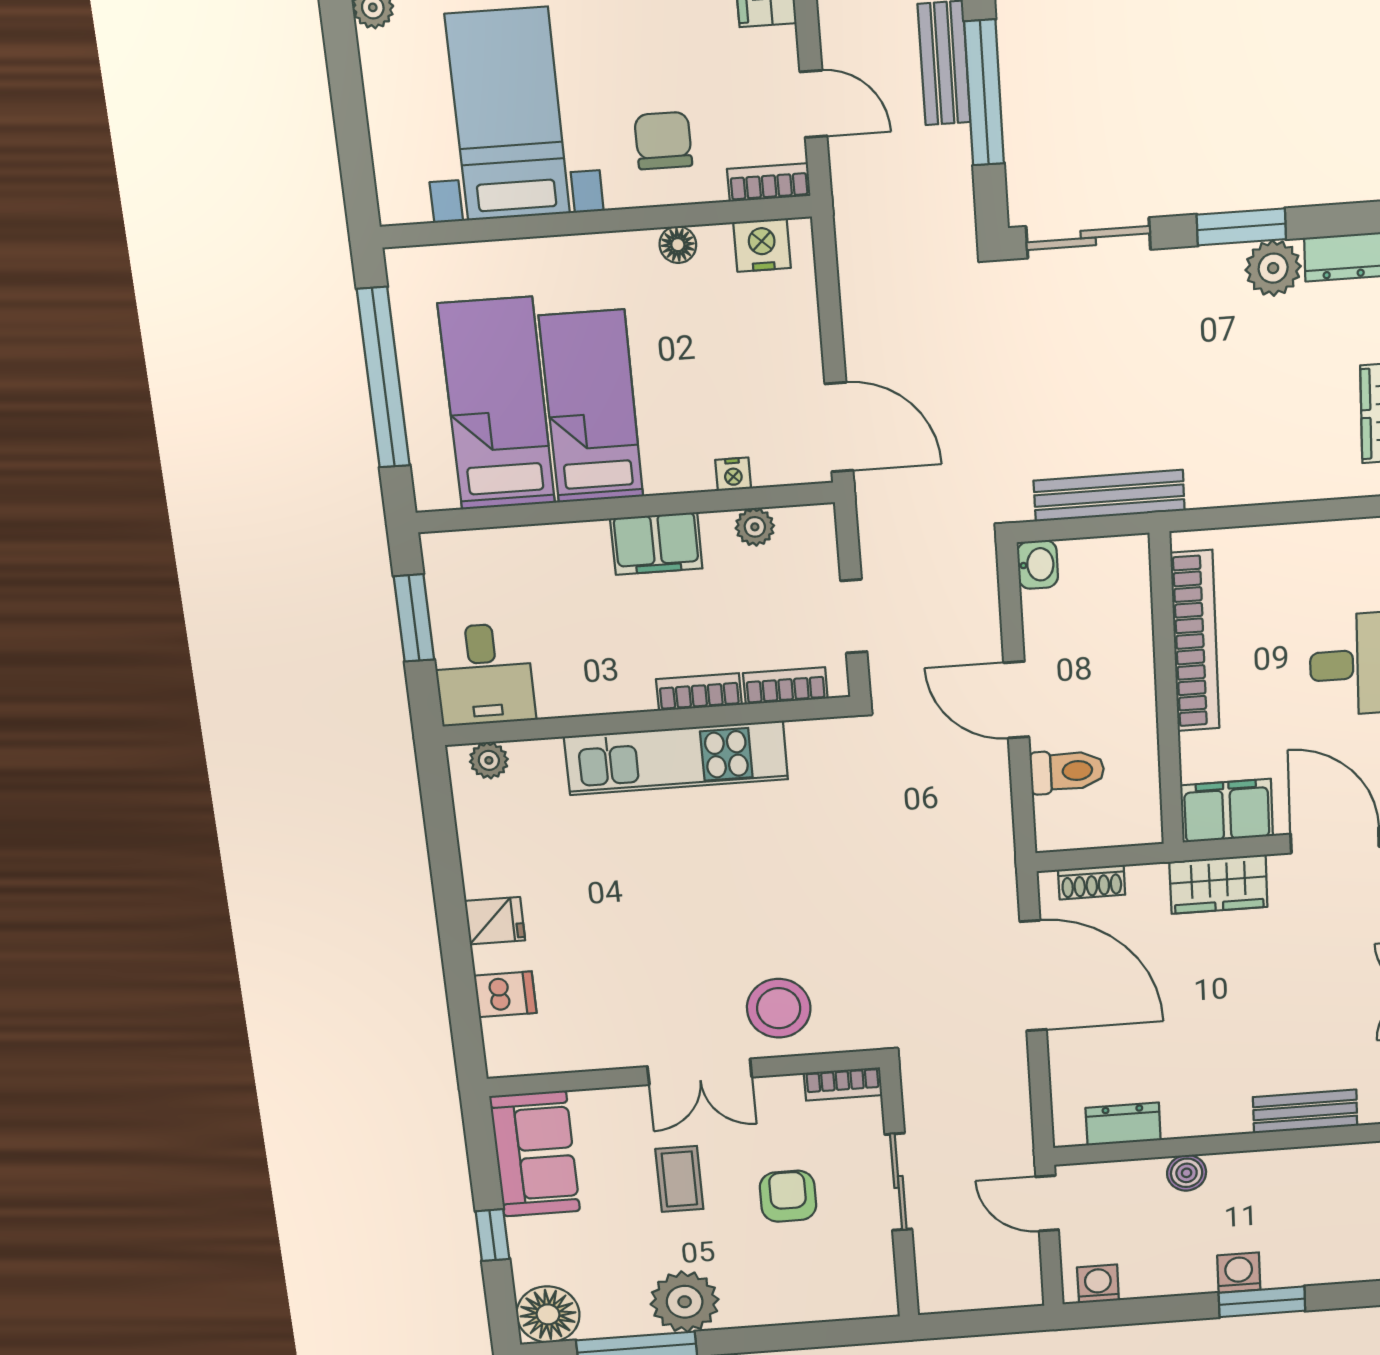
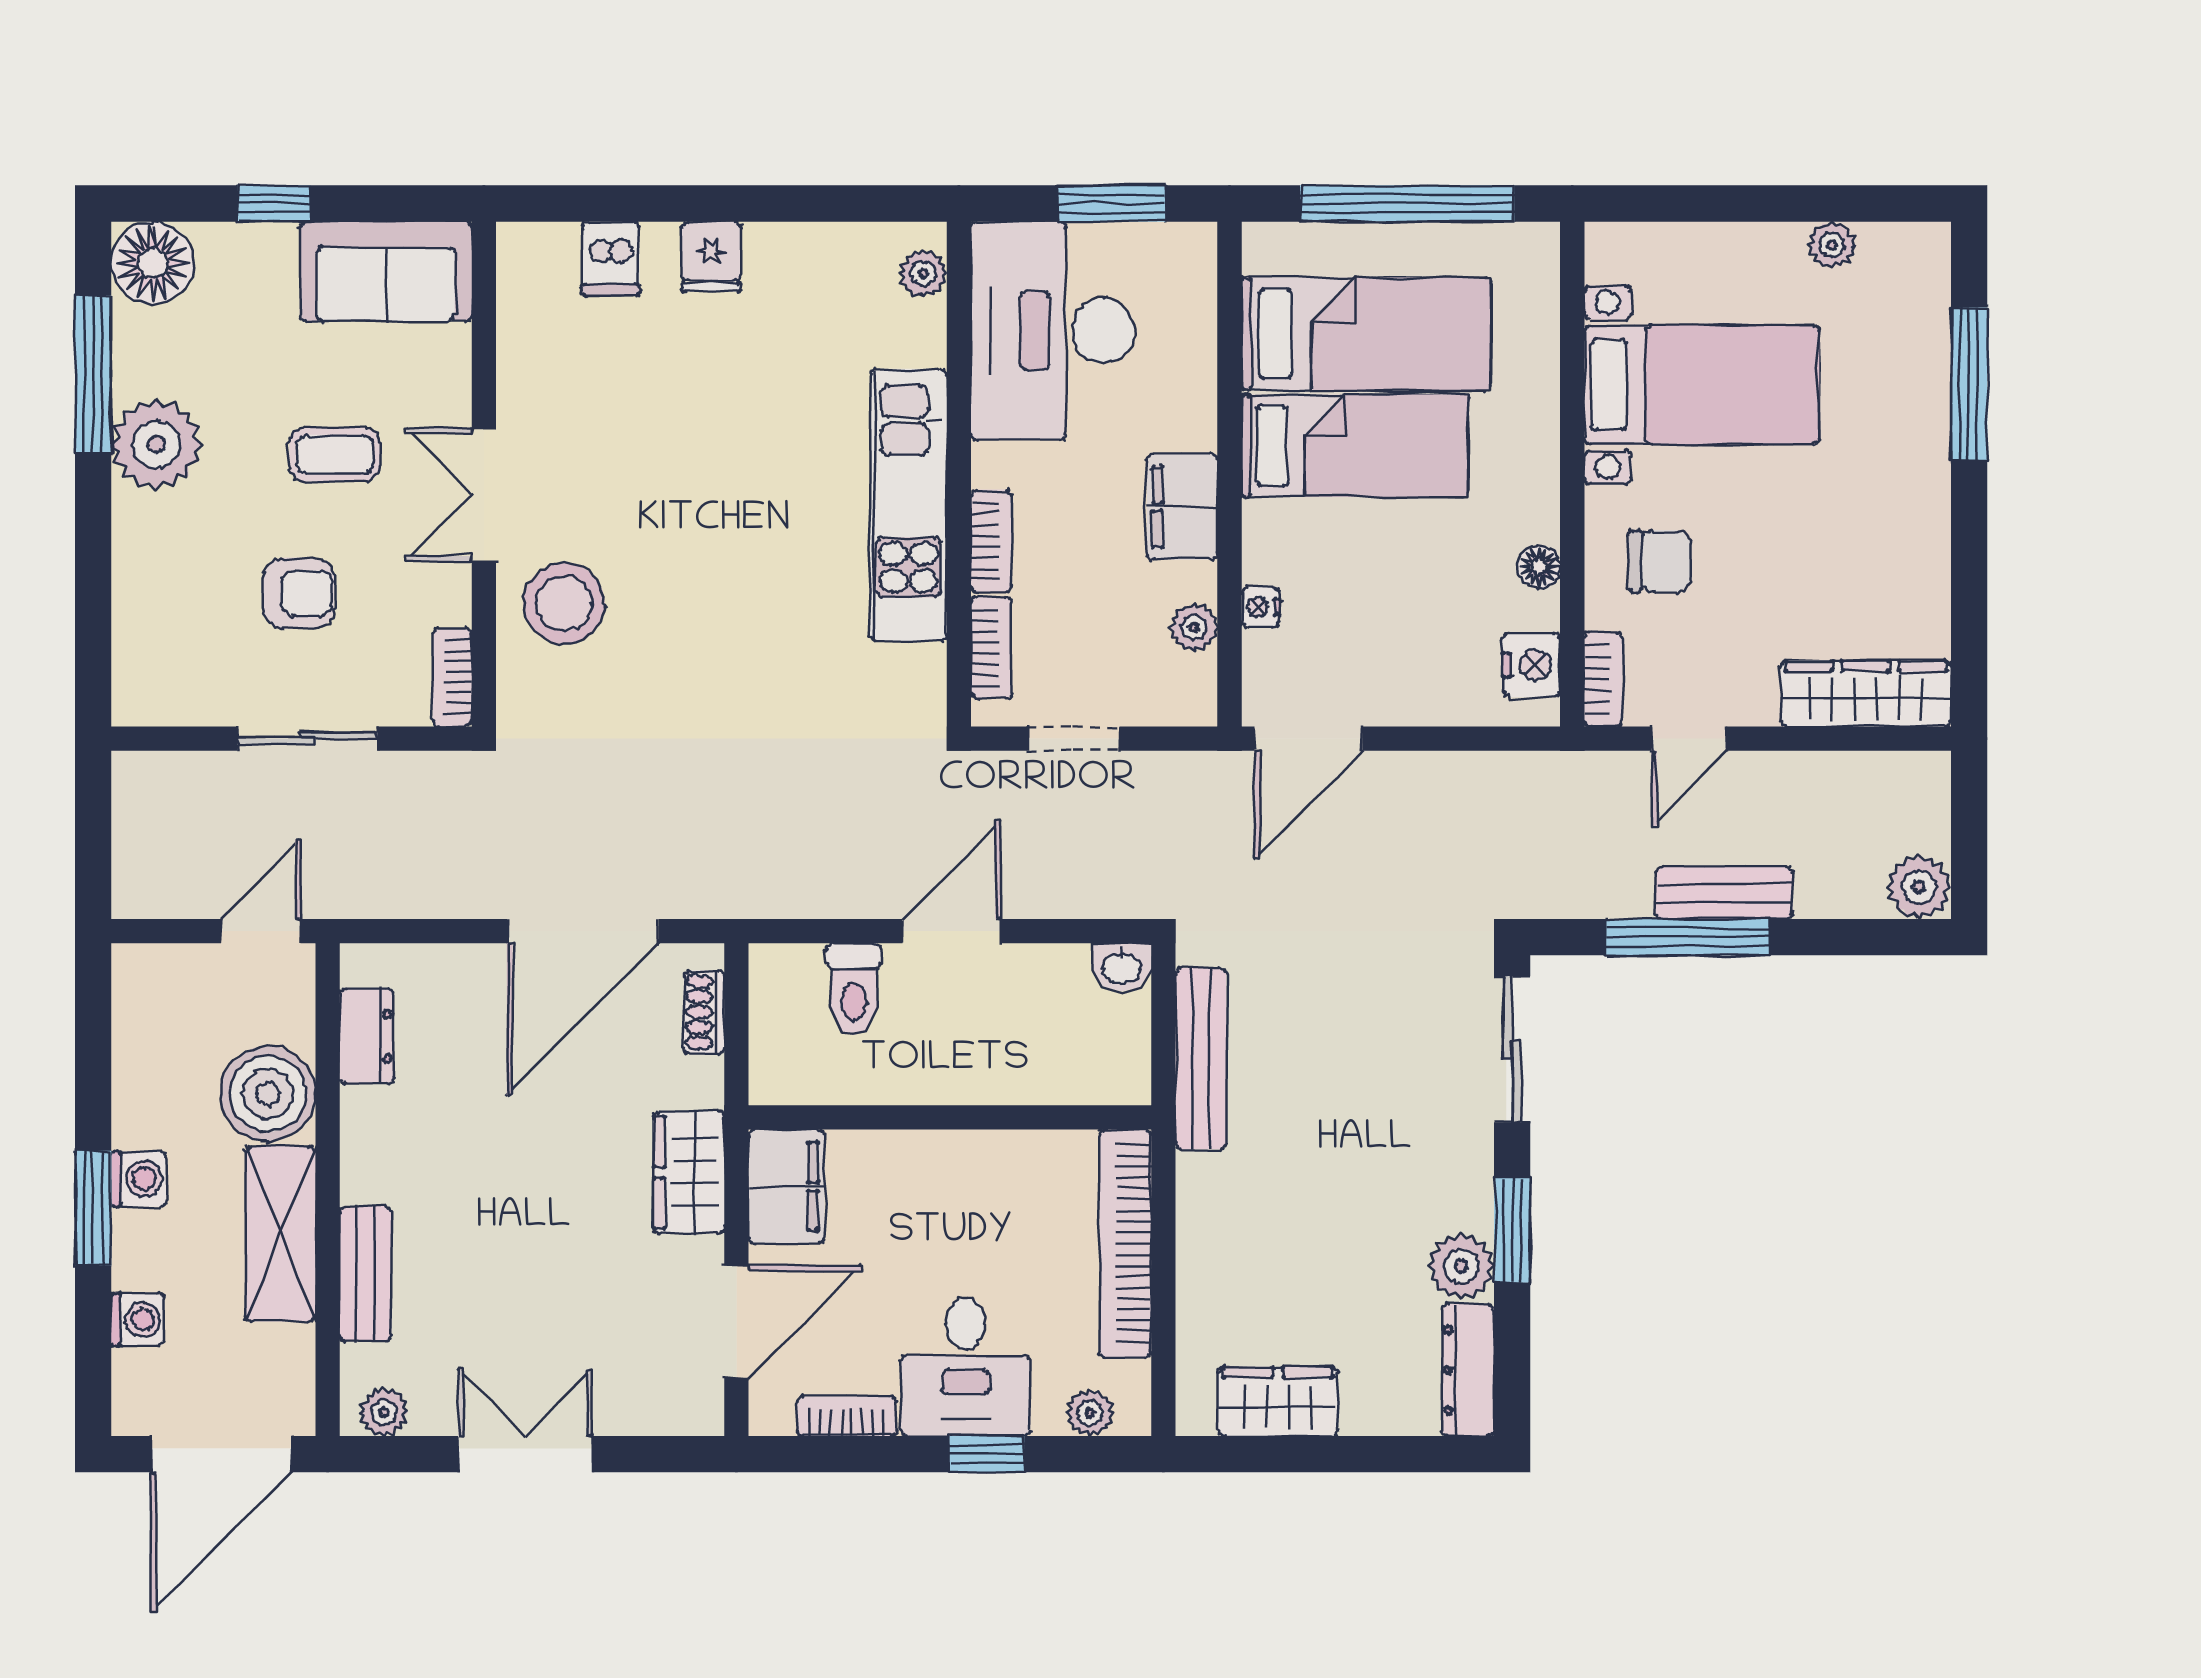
bookcase: (1195, 641) -> (1125, 1244), moved, turned 90
desk: (484, 674) -> (1053, 331), width x1.87, depth x1.30
boiler: (1187, 1173) -> (268, 1094), width x1.86, depth x1.86
shelving: (1277, 1173) -> (280, 1234), added
washing machine: (1098, 1284) -> (138, 1320), moved

